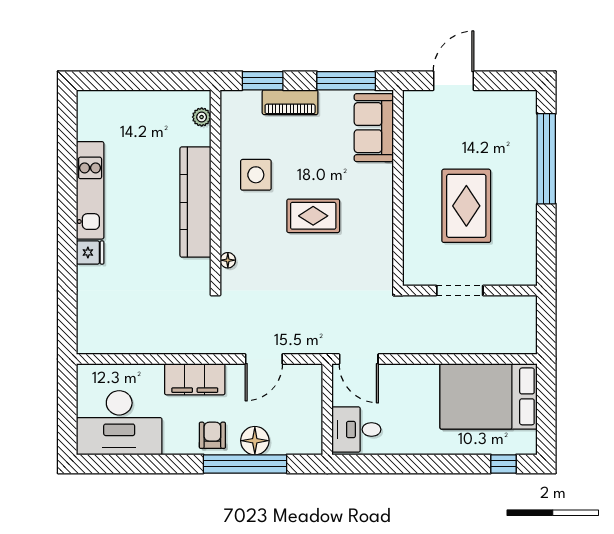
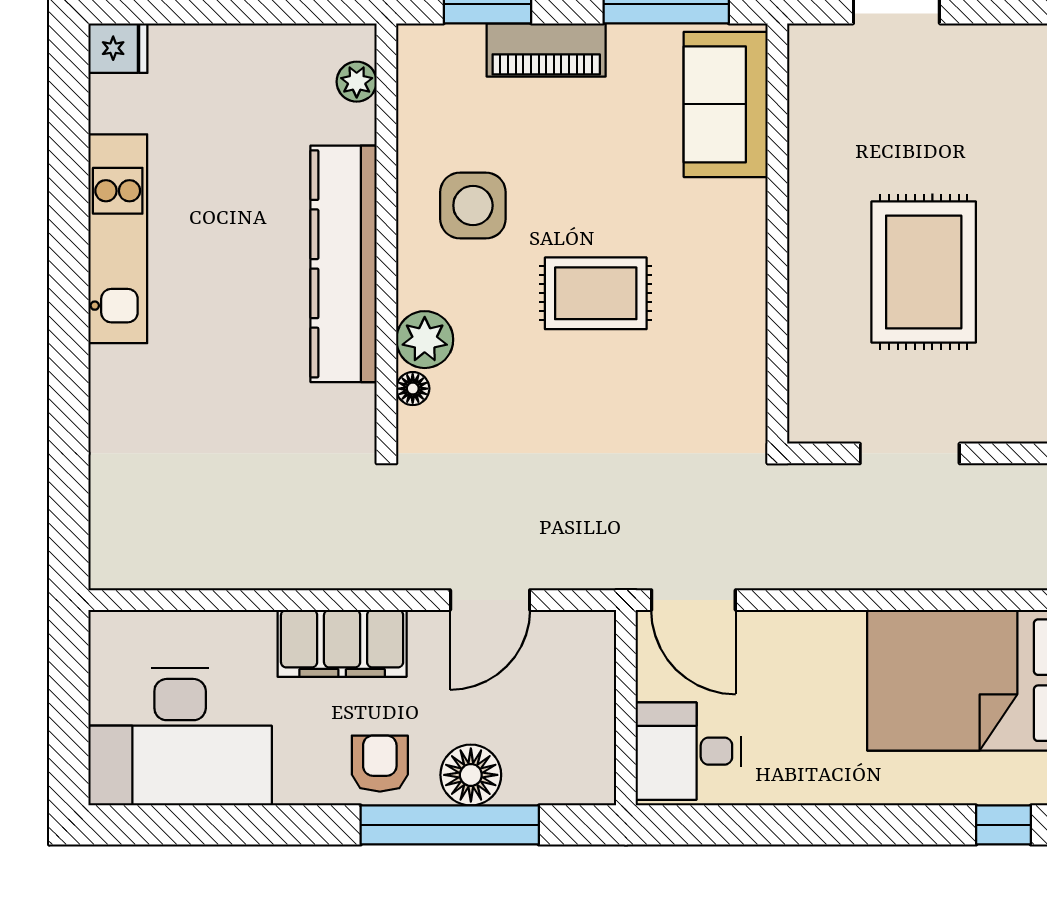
plant: (233, 237) -> (425, 340), added
fridge: (90, 252) -> (118, 48), moved

